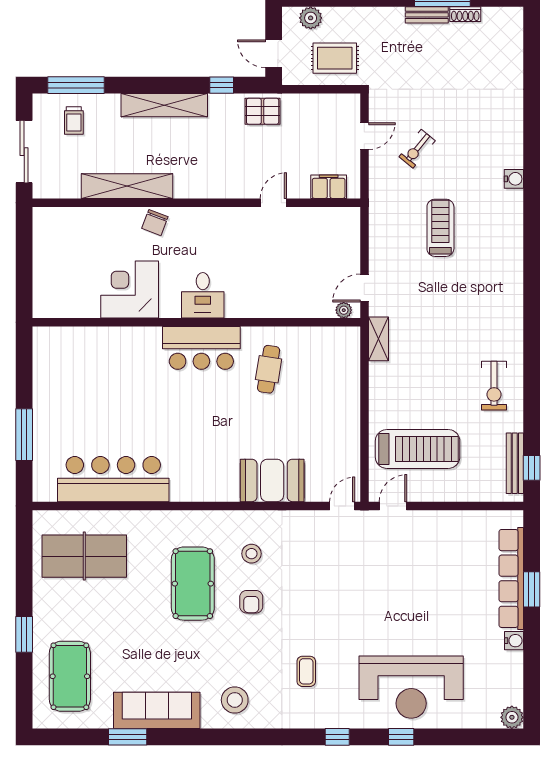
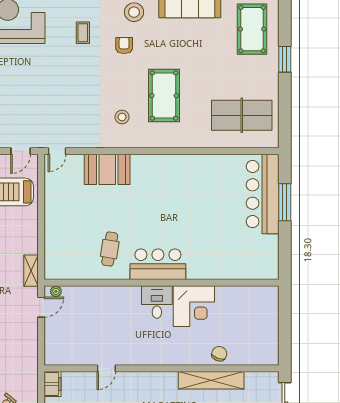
filing cabinet: (329, 187) -> (53, 384), moved, turned -90
chair: (155, 223) -> (219, 354), moved
corner desk: (130, 289) -> (194, 306), moved
bar counter: (113, 479) -> (263, 194), moved, turned 90
armchair: (251, 602) -> (124, 46), moved

